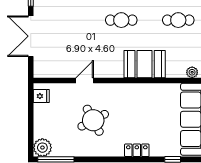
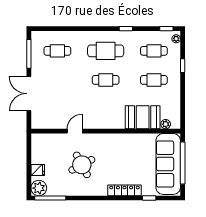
booth: (145, 64) -> (143, 117), moved
fridge: (41, 96) -> (38, 170), moved
locker: (137, 150) -> (124, 190), width x1.53

